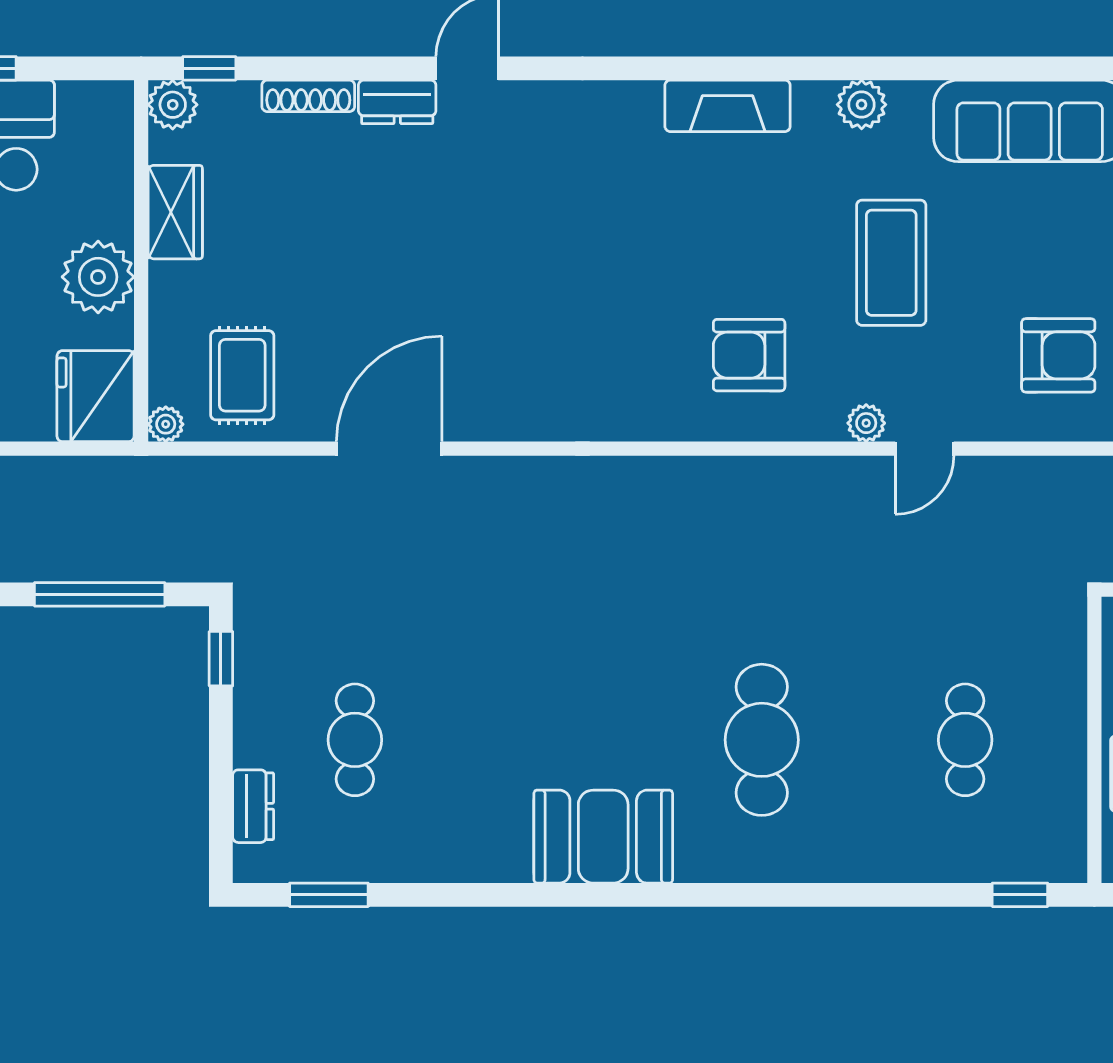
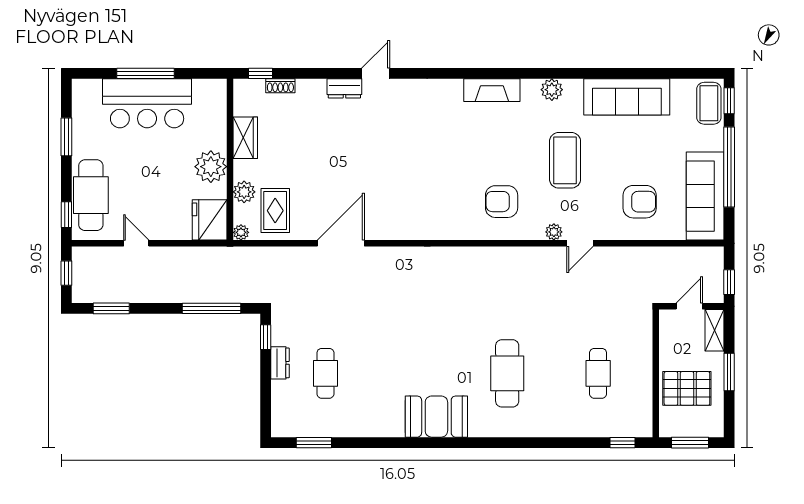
shoe rack: (308, 96) -> (280, 86), moved, width x0.70
plant: (173, 105) -> (244, 192), moved
dresser: (253, 806) -> (280, 363), moved

